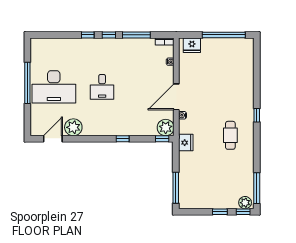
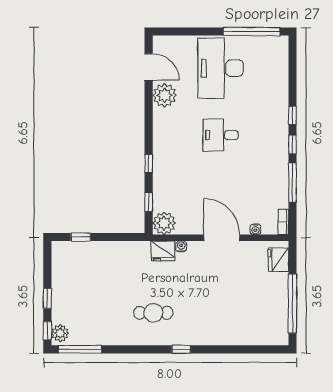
window: (27, 83) -> (251, 32), moved
door: (176, 97) -> (222, 238), moved
window: (162, 139) -> (149, 202), moved
fridge: (186, 143) -> (163, 251), moved
window: (176, 188) -> (81, 237), width x0.46

